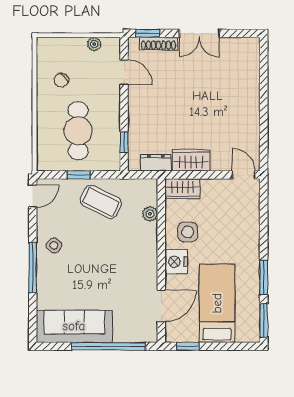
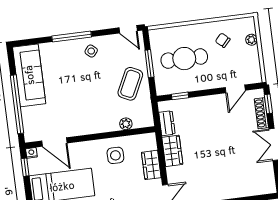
plant: (94, 44) -> (251, 40), moved
window: (79, 175) -> (149, 64), width x1.50
wardrobe: (182, 189) -> (151, 165), moved
nightstand: (176, 262) -> (31, 153), moved, width x0.53, depth x0.56

